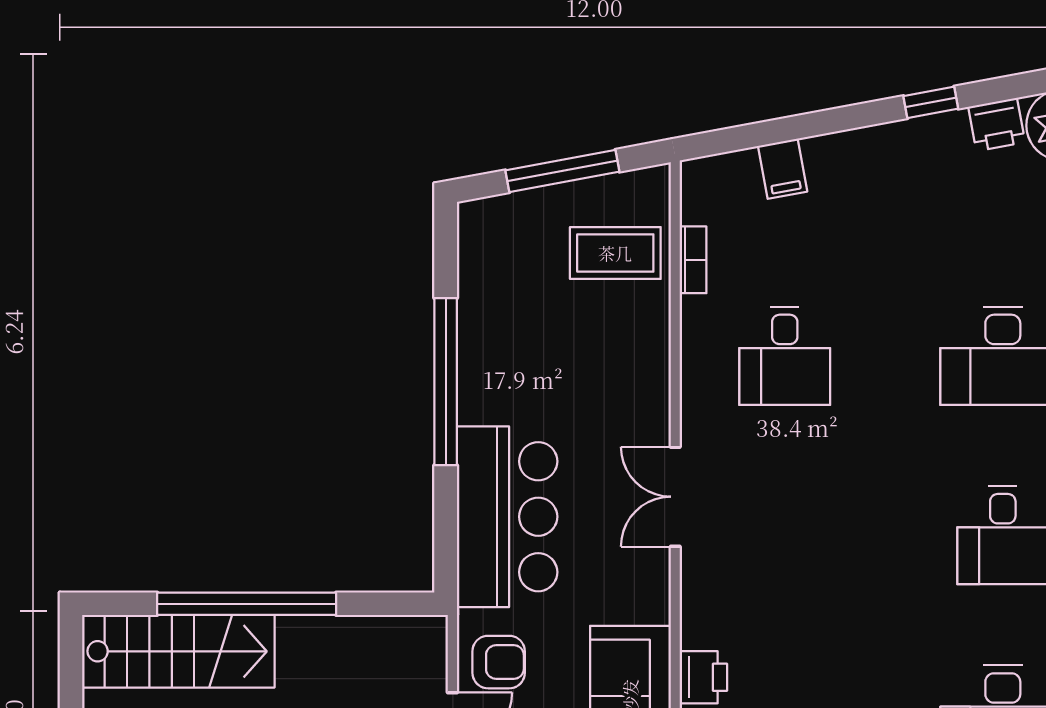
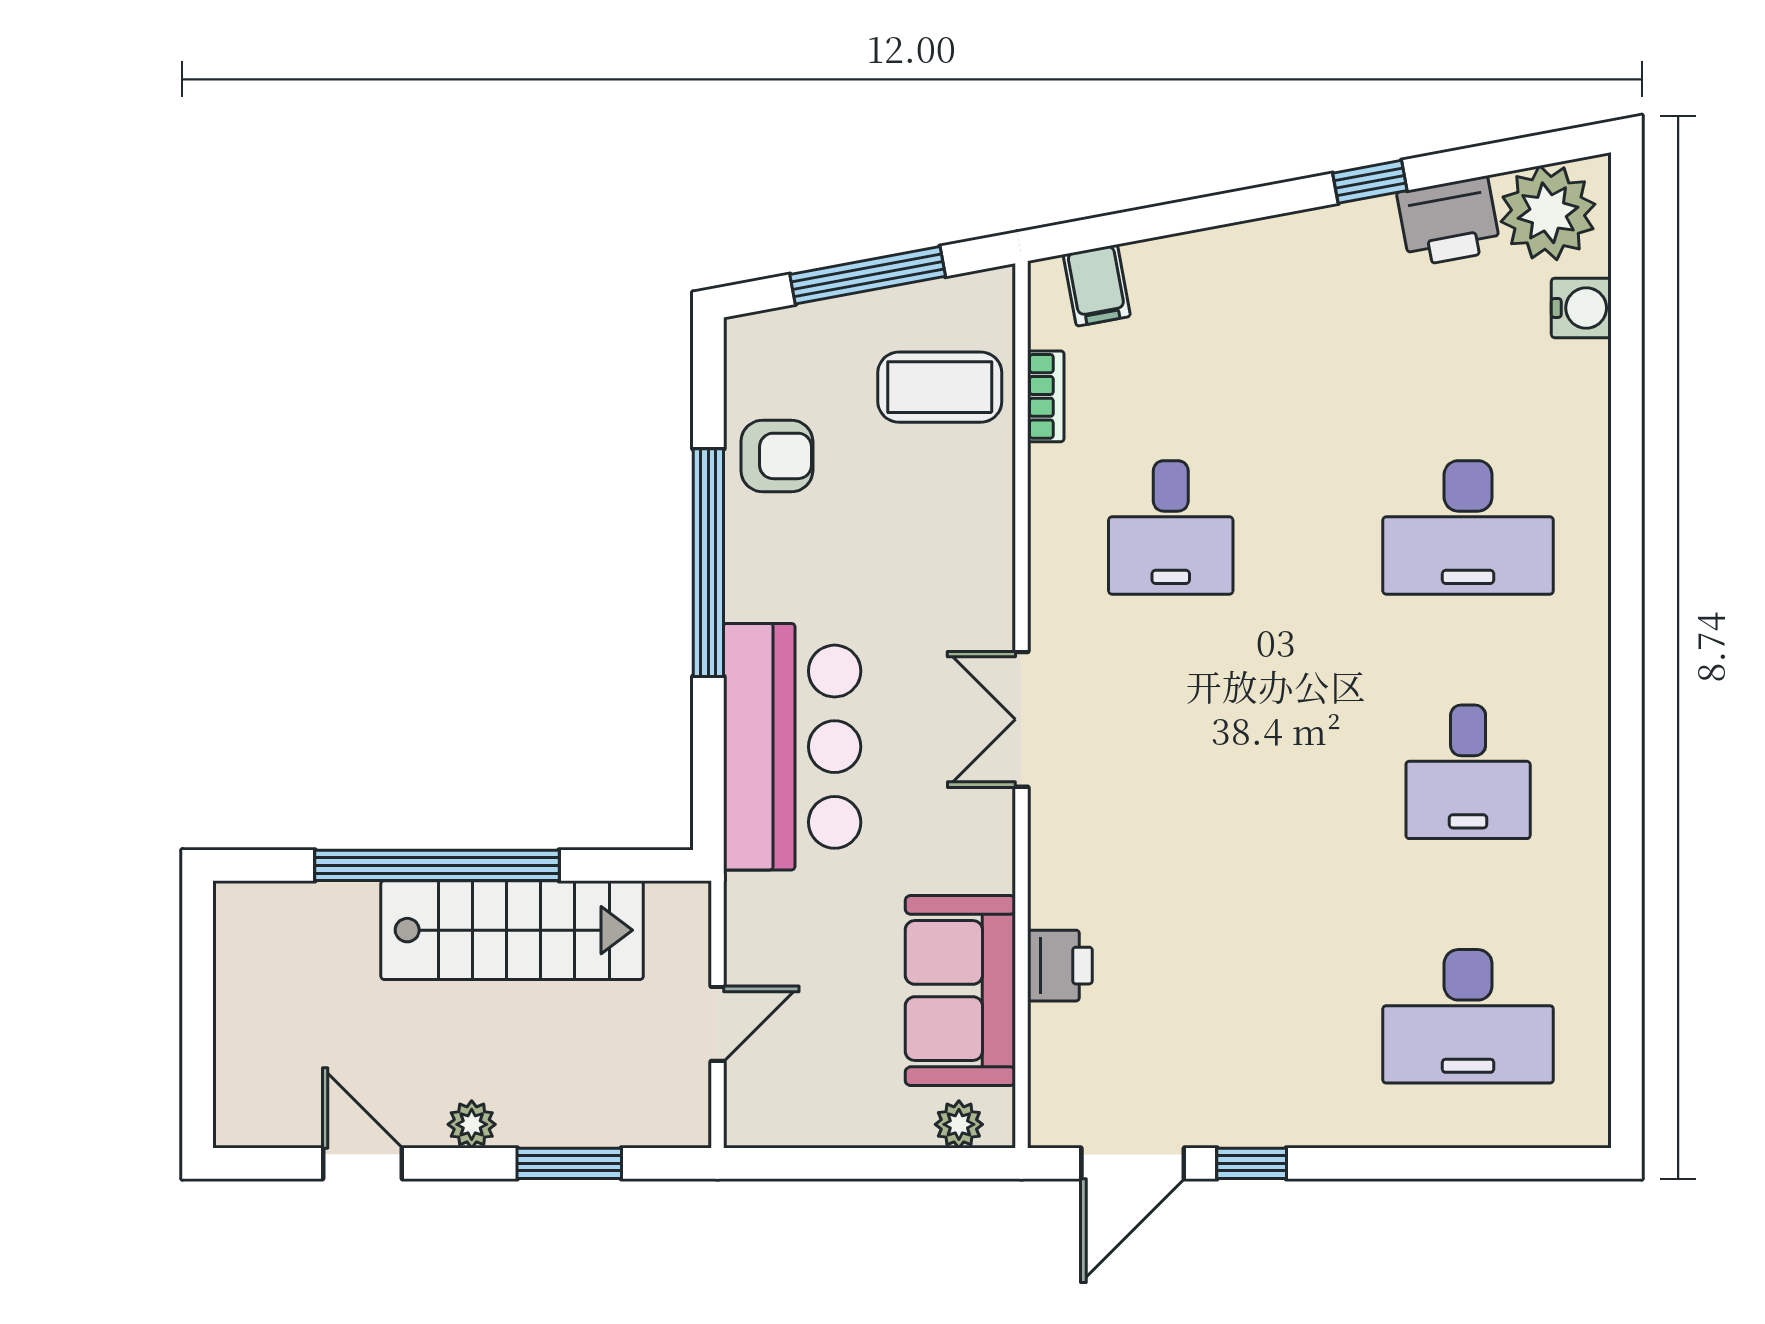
printer: (997, 125) -> (1449, 221), width x1.36, depth x1.24
filing cabinet: (783, 169) -> (1097, 285), moved
stairs: (178, 651) -> (512, 930), moved
armchair: (499, 662) -> (777, 456), moved

